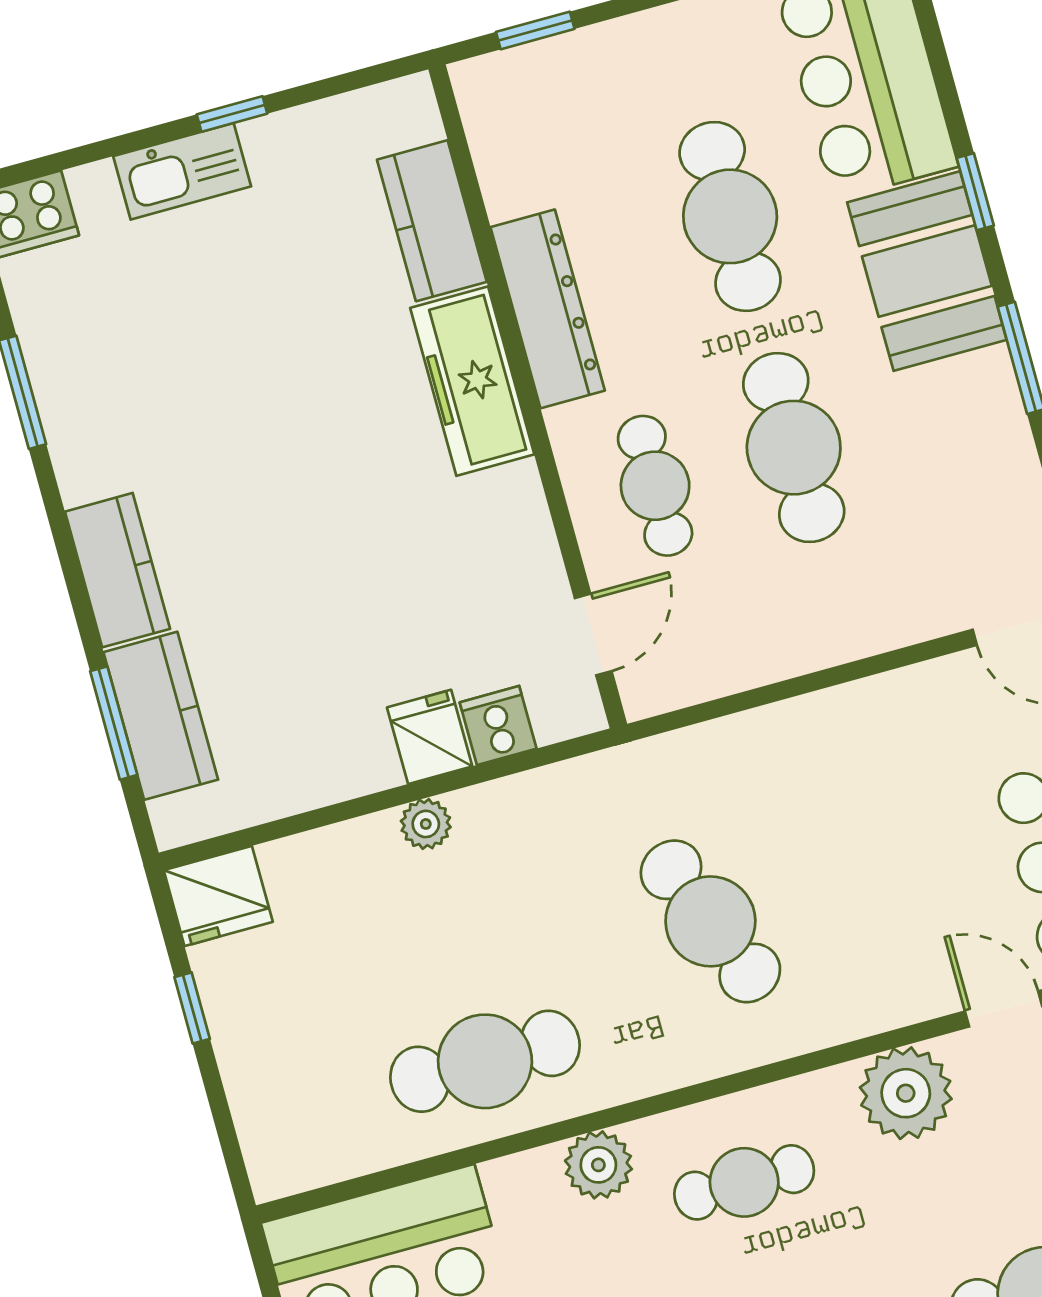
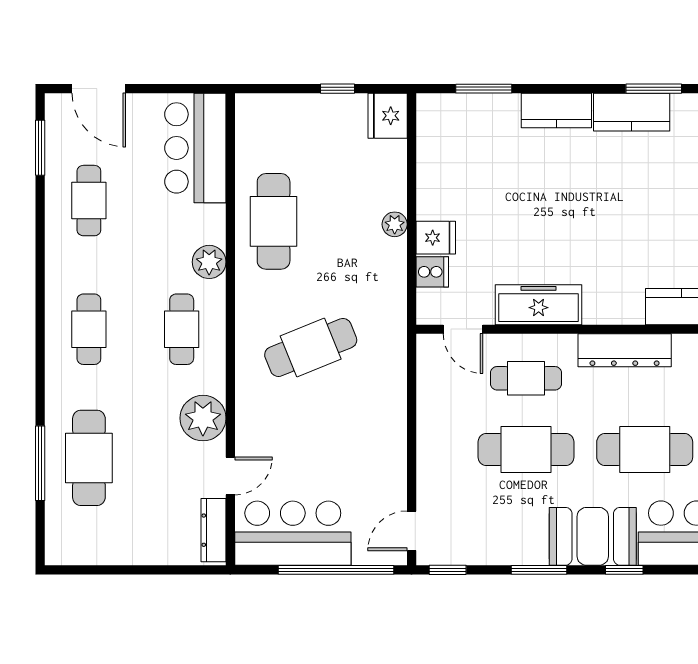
freezer: (472, 381) -> (539, 305), moved
kitchen counter: (161, 716) -> (632, 112), moved

